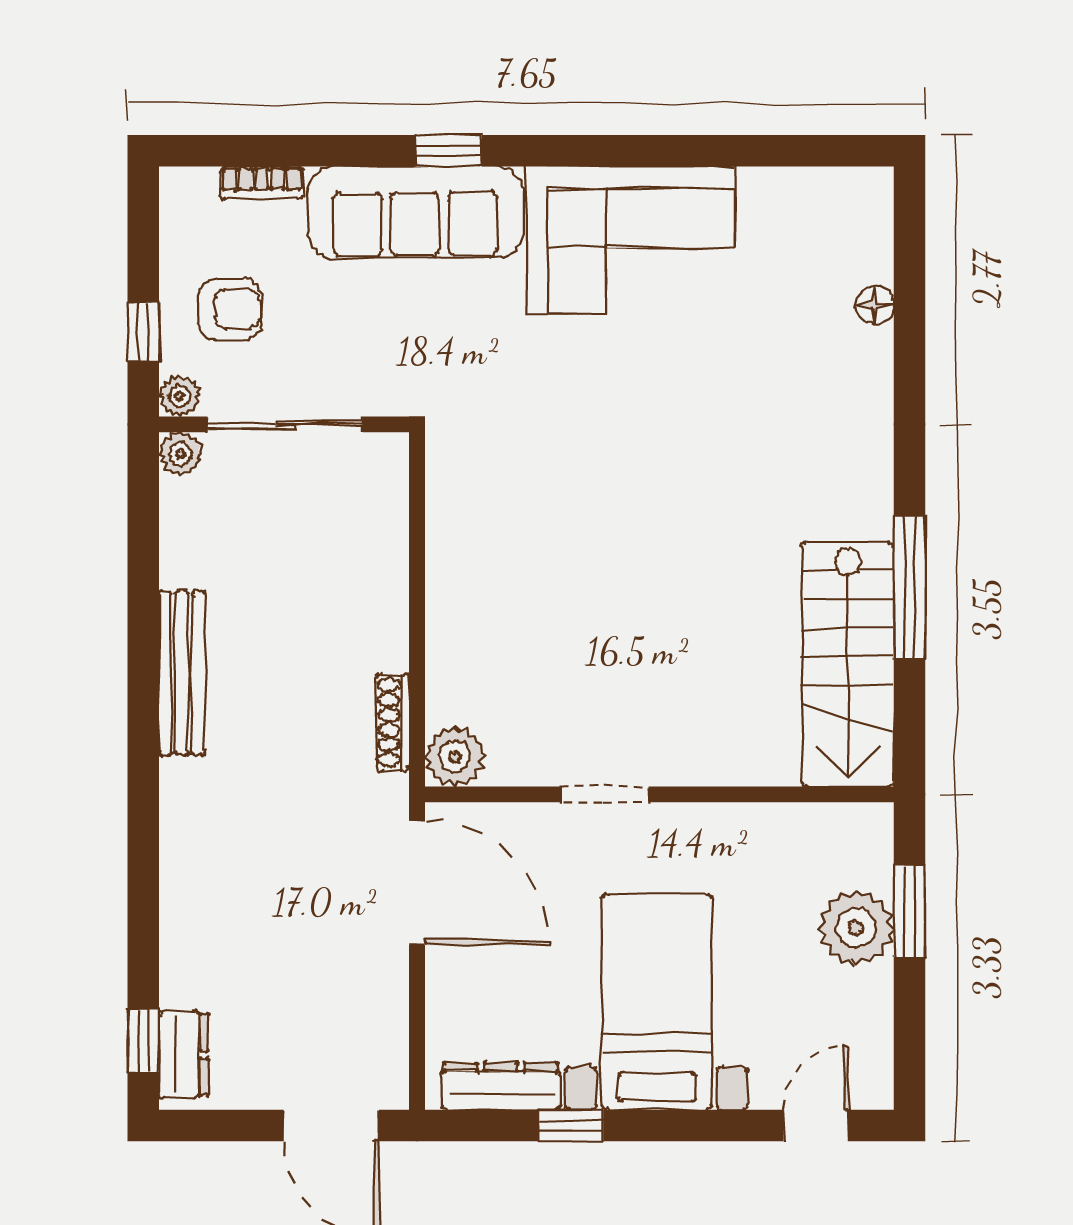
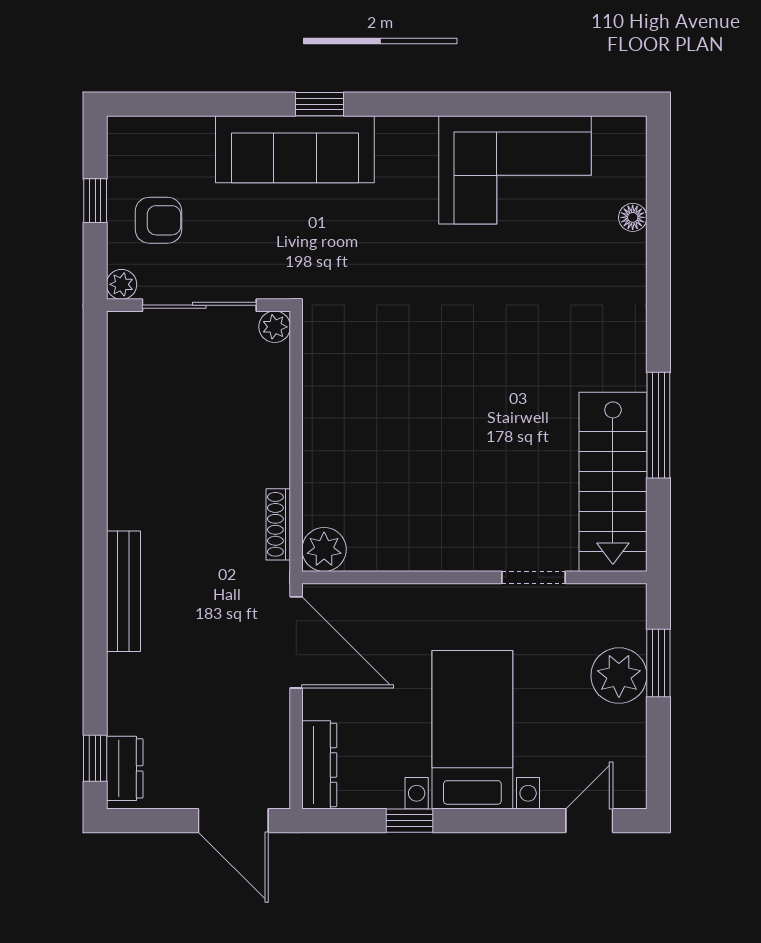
bookcase: (262, 183) -> (182, 128), removed
corner sofa: (631, 240) -> (515, 170), moved
window: (143, 332) -> (95, 201), moved
plant: (180, 454) -> (275, 327), moved
bench: (182, 673) -> (123, 591), moved
doorway: (605, 794) -> (534, 577), moved
dresser: (501, 1086) -> (319, 765), moved, turned 90

